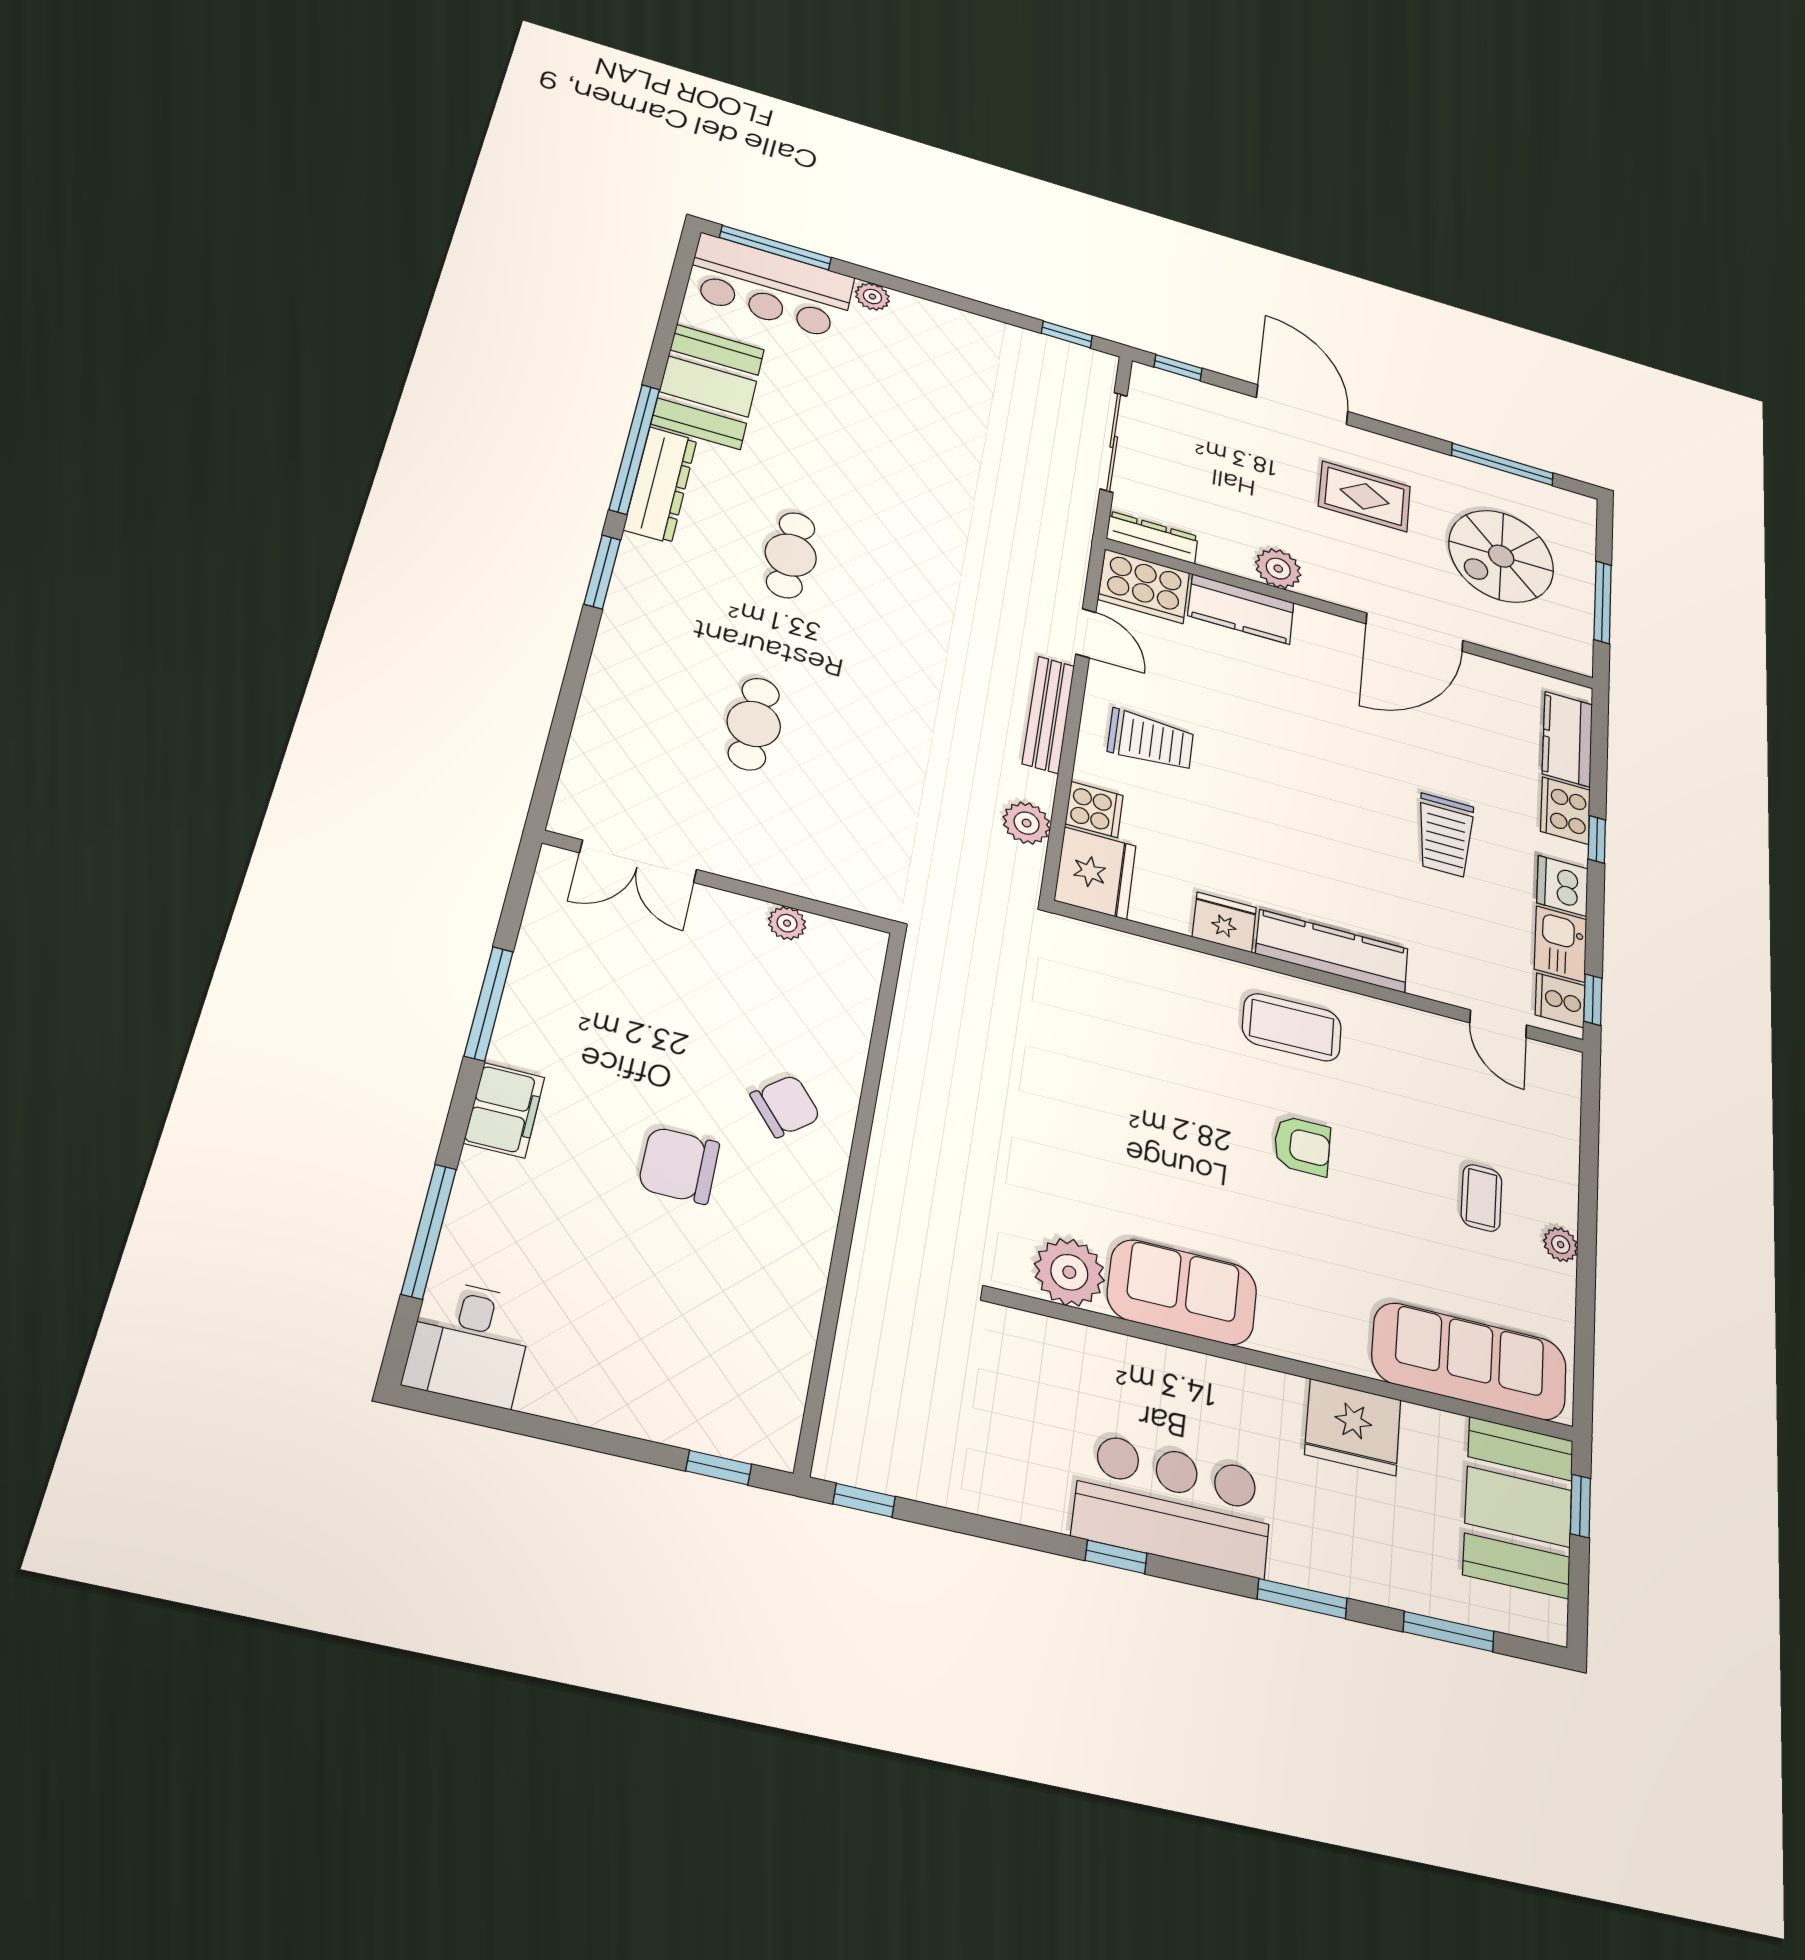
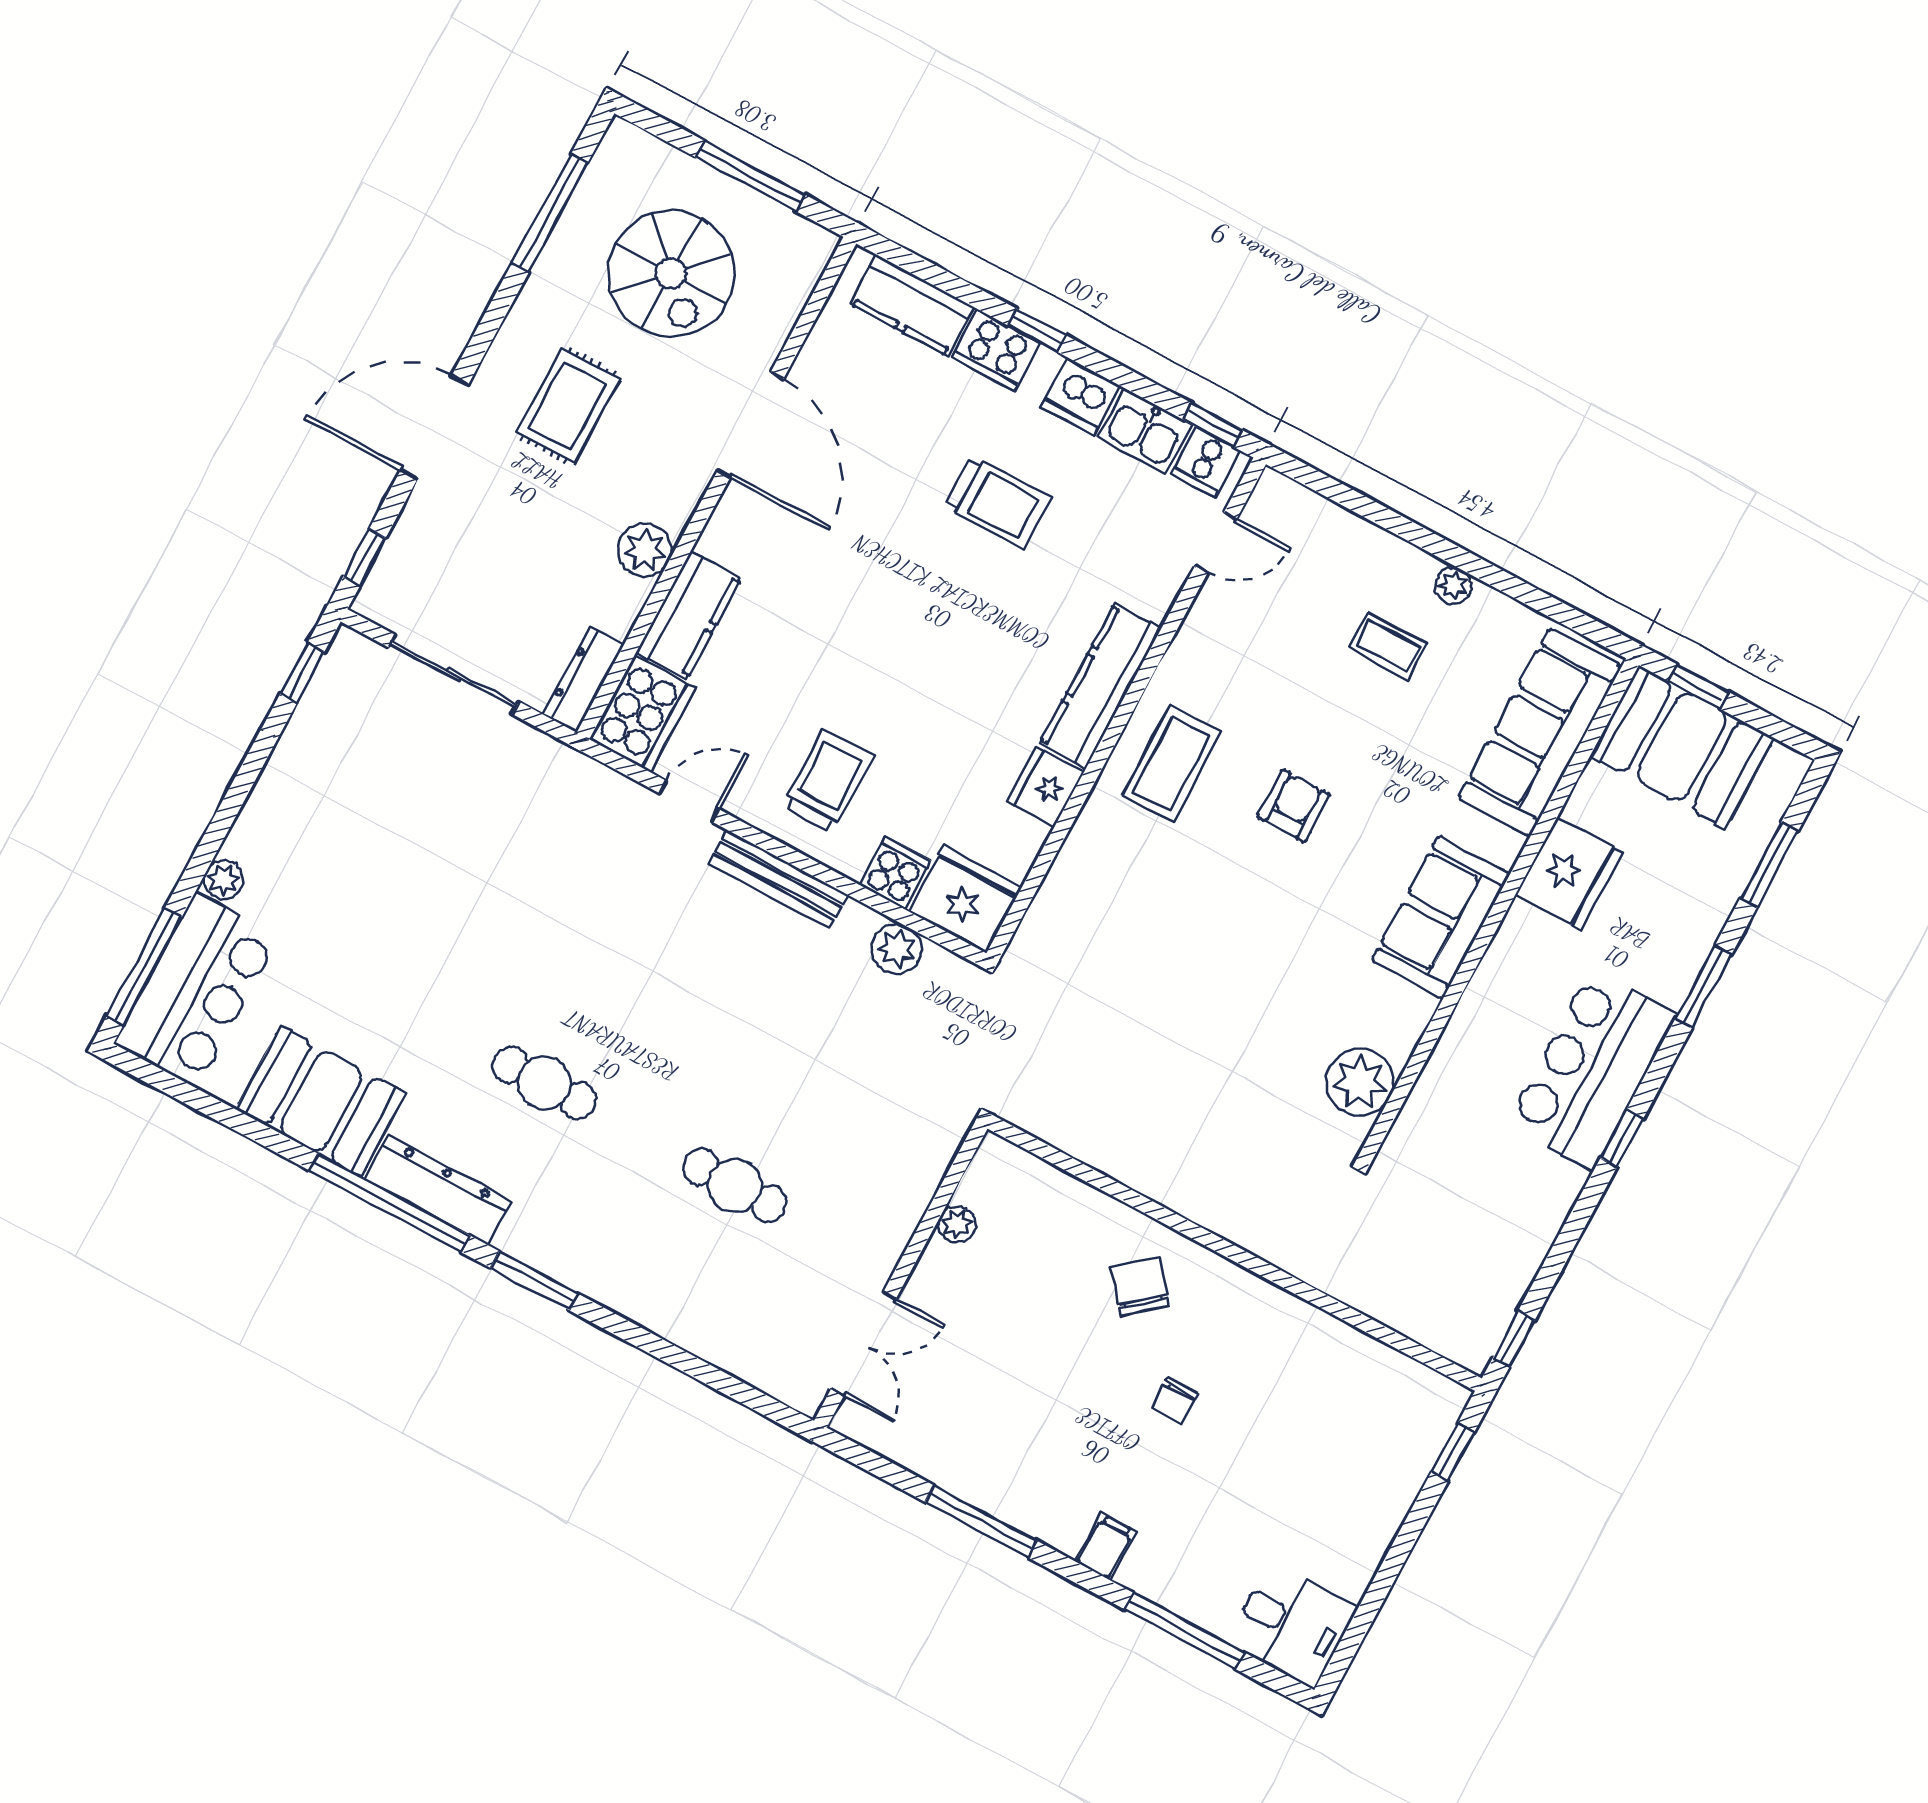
filing cabinet: (504, 1110) -> (1105, 1547), width x0.50
chair: (679, 1165) -> (1175, 1401), width x0.54, depth x0.54
sofa: (1182, 1292) -> (1441, 917), moved

